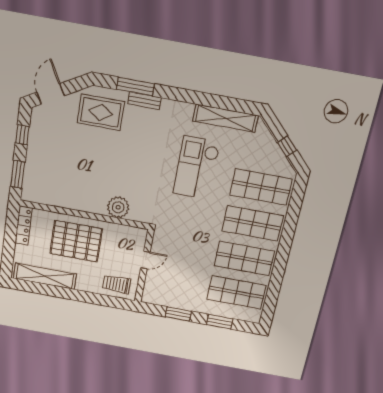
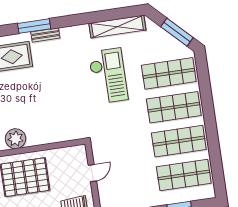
window: (287, 146) -> (177, 32), width x2.17
checkout: (196, 168) -> (108, 76), turned 180
plant: (118, 207) -> (16, 139), moved

